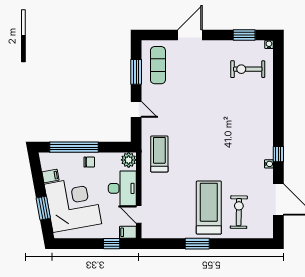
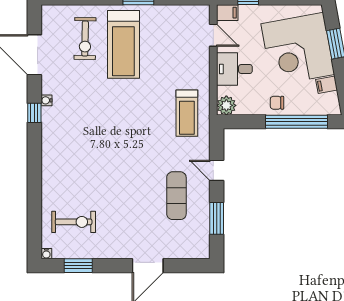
exercise mat: (158, 65) -> (176, 196), moved
desk: (122, 188) -> (234, 69), width x0.73

